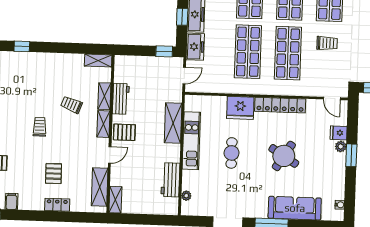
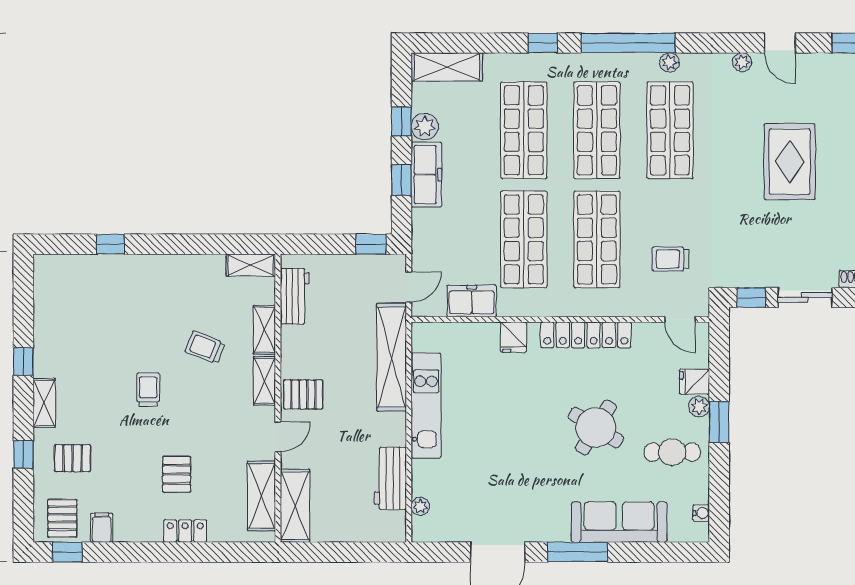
trolley: (327, 43) -> (670, 259), moved, turned 180
freezer: (195, 47) -> (472, 301), moved, turned -90
workbench: (121, 99) -> (295, 296), moved
fridge: (240, 108) -> (513, 337), width x0.53, depth x0.75
shelving: (173, 123) -> (392, 357), width x1.47
cafe table: (232, 153) -> (672, 452), moved, turned 90
shelving: (115, 200) -> (295, 506), width x1.50, depth x1.33

